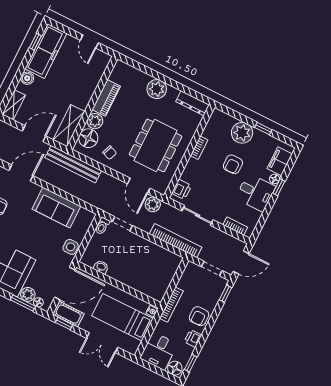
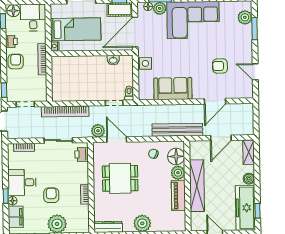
shelving: (69, 126) -> (197, 186), moved, width x1.47
dining table: (156, 145) -> (120, 178), width x0.73

